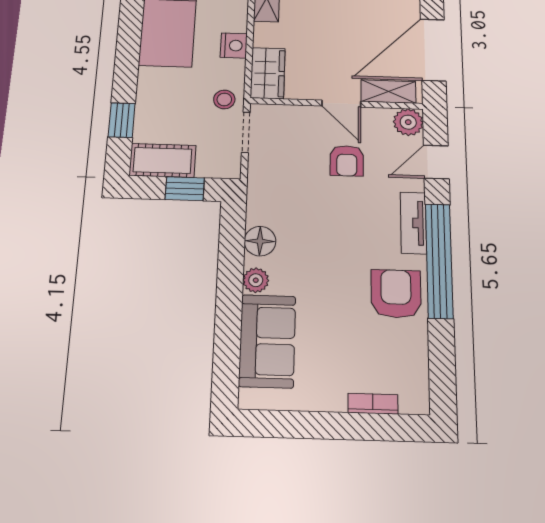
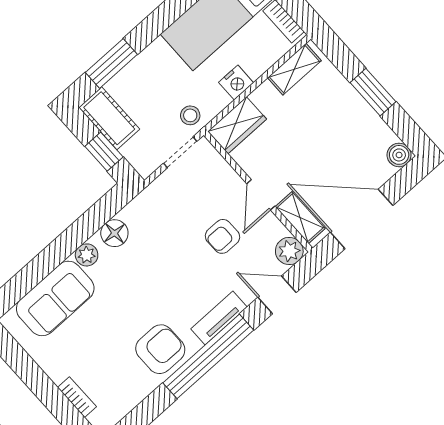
window: (122, 120) -> (111, 63), width x1.50

